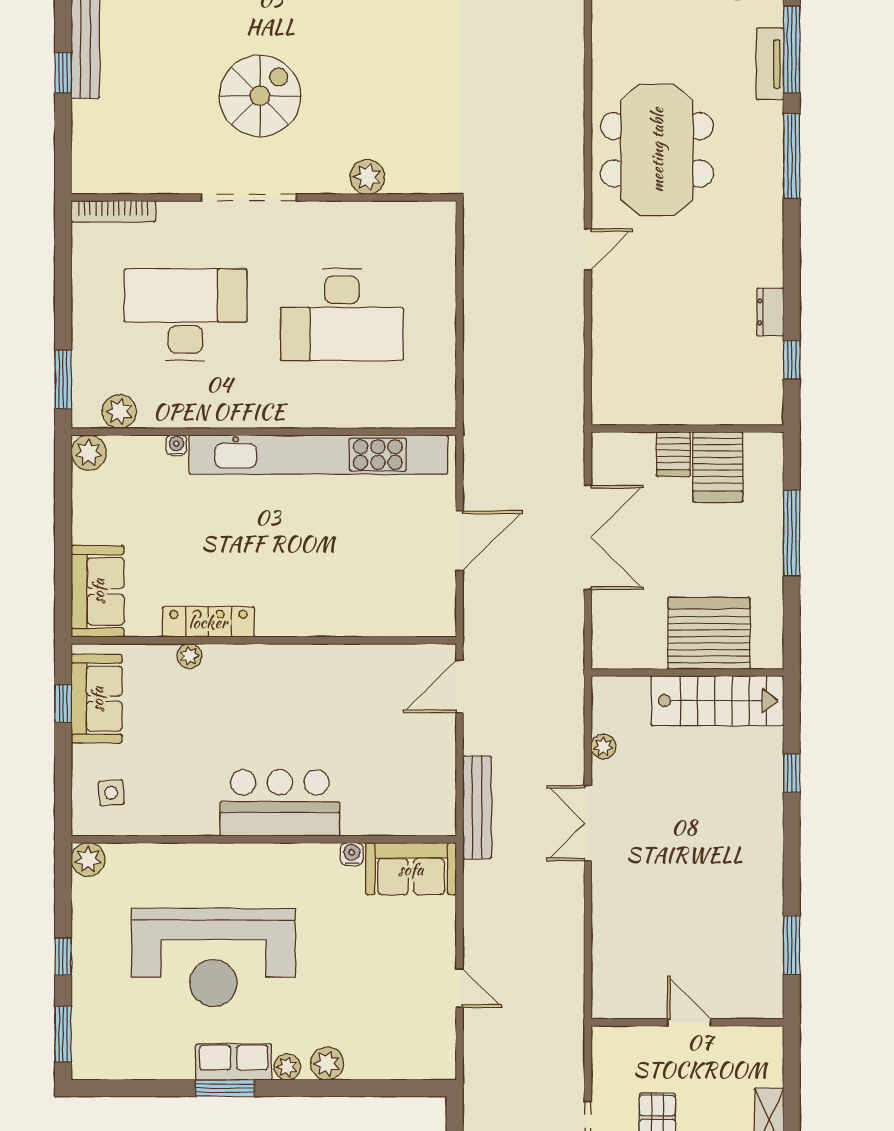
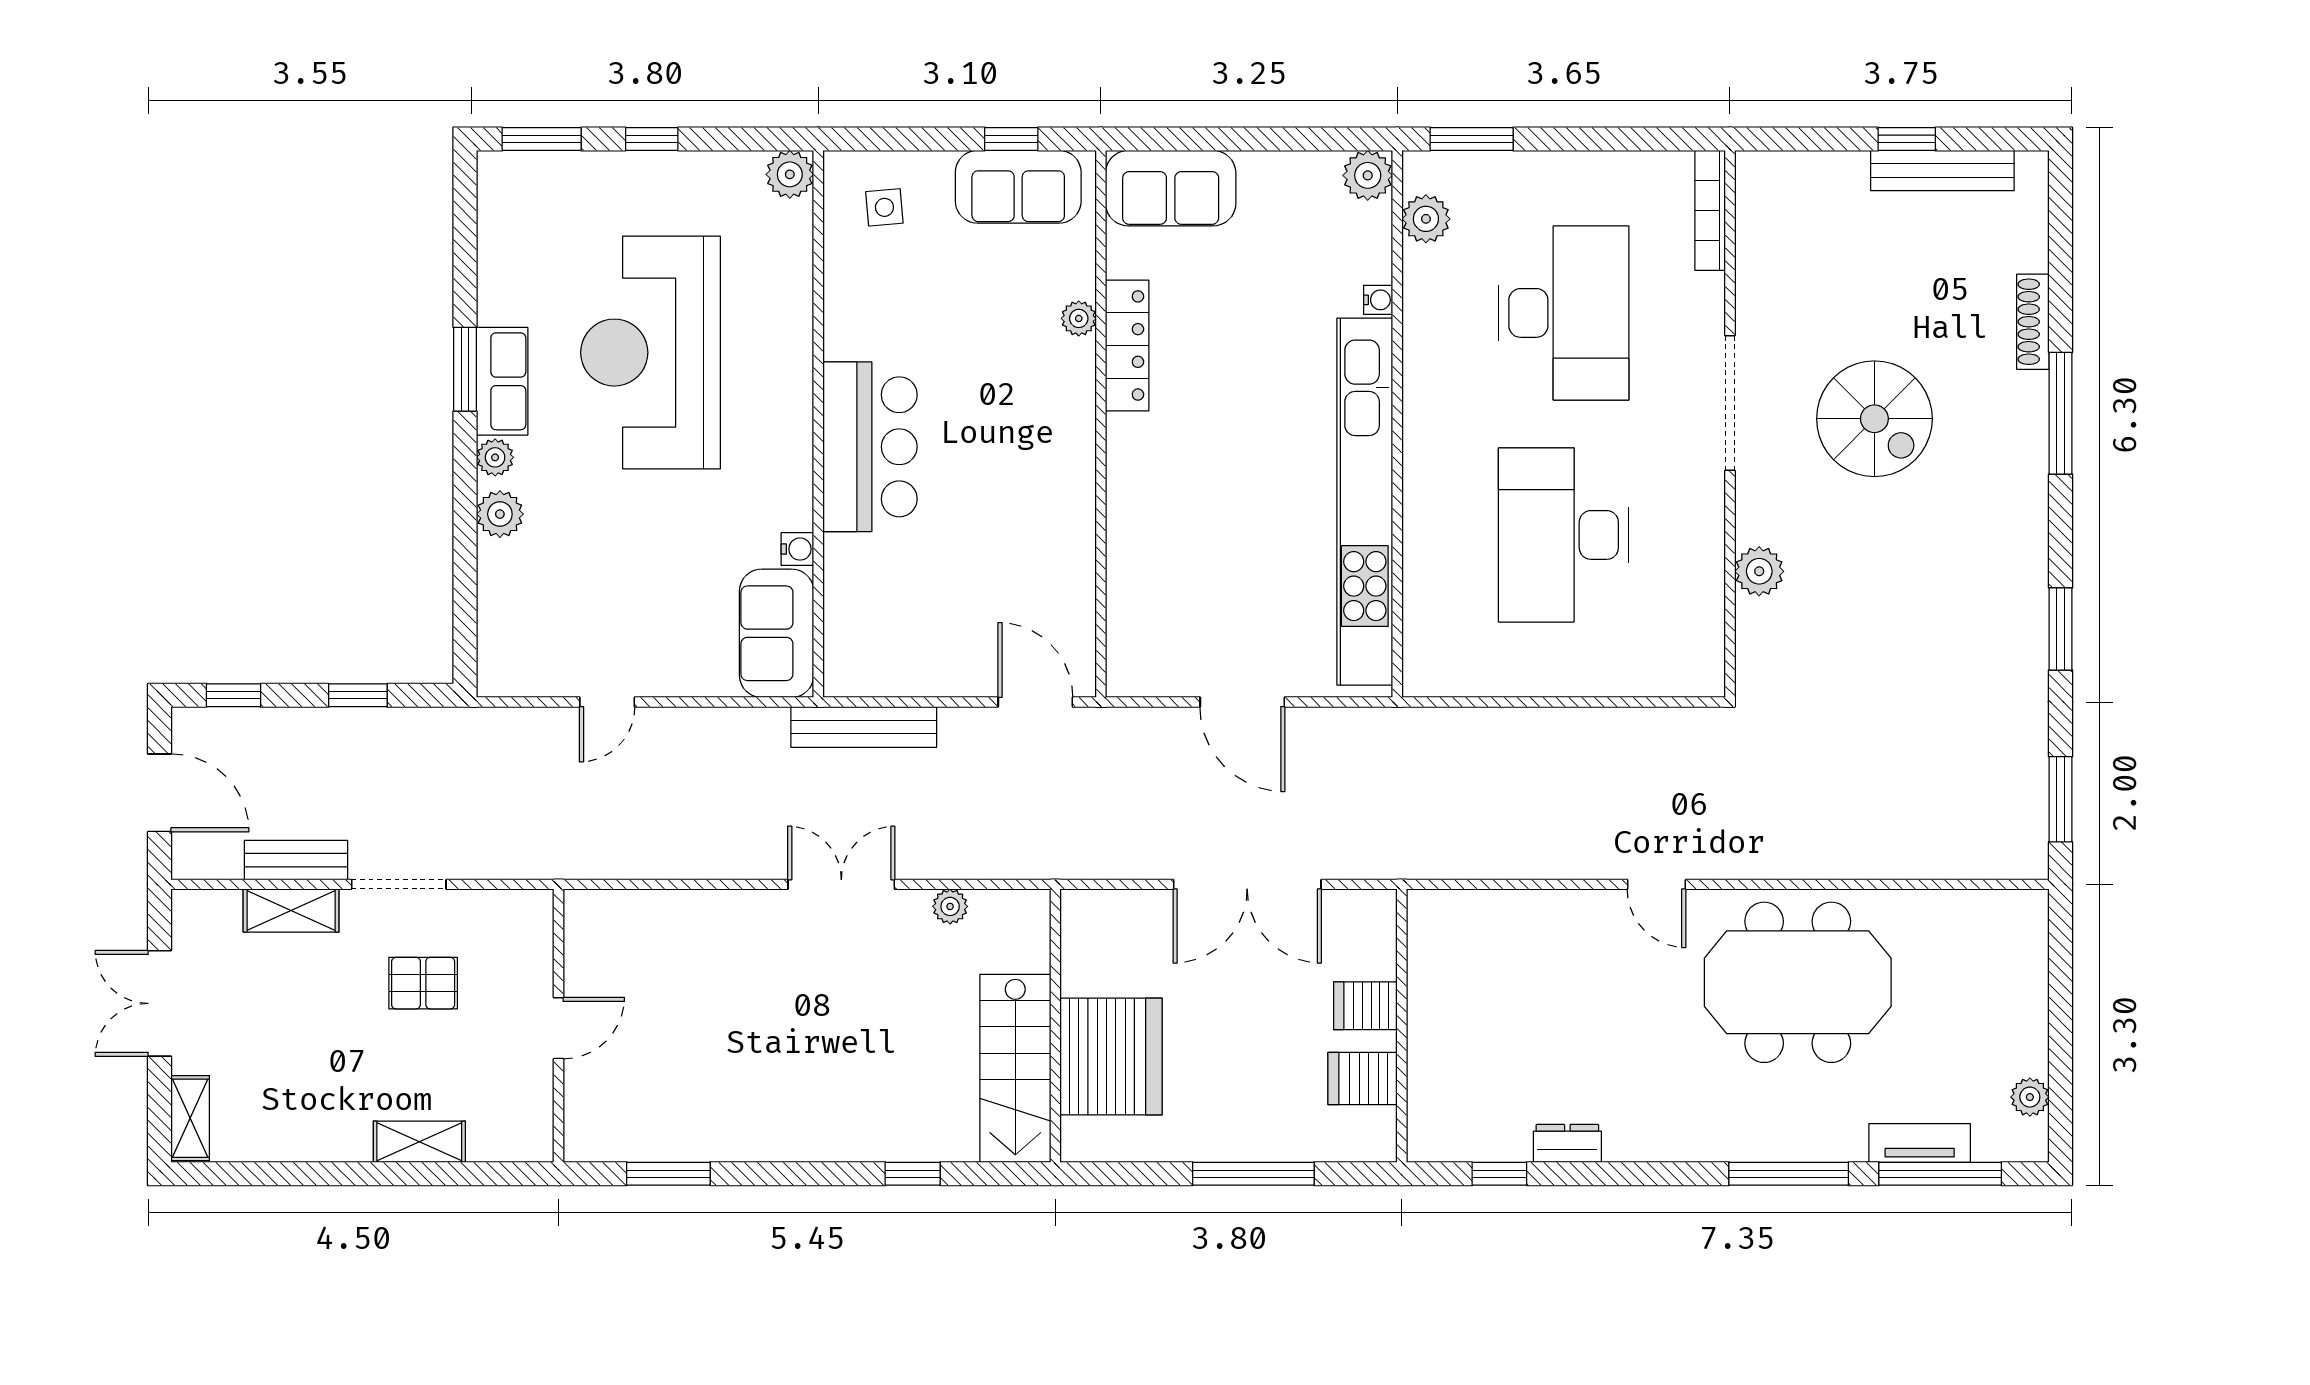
server rack: (718, 467) -> (1363, 1078), width x0.73, depth x0.70

